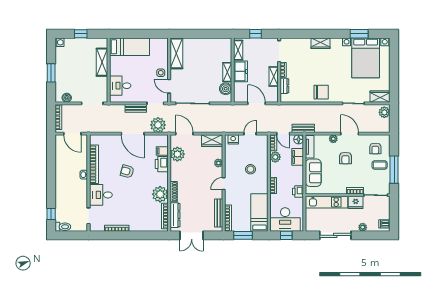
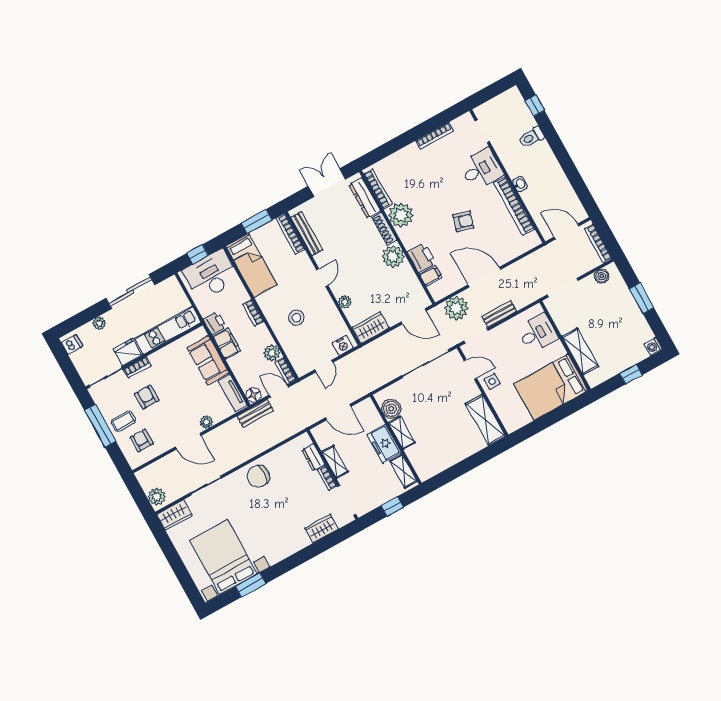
wardrobe: (320, 43) -> (322, 529), moved
bed: (130, 47) -> (551, 387), width x1.50
plant: (177, 154) -> (393, 257), moved
filing cabinet: (298, 157) -> (227, 344), moved
armchair: (345, 158) -> (147, 397), moved
toilet: (63, 227) -> (531, 137), moved

